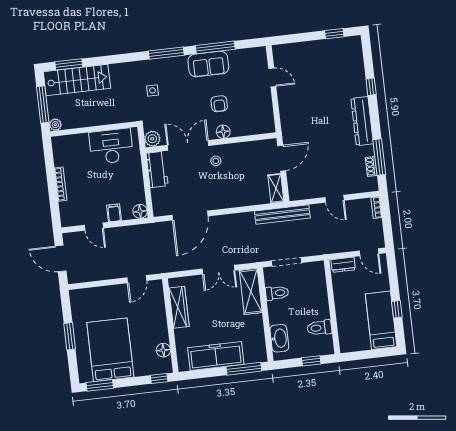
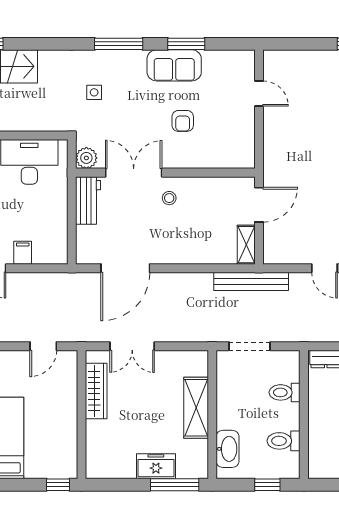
window: (215, 47) -> (186, 44), width x0.69
floor lamp: (223, 132) -> (184, 159), removed
floor lamp: (140, 211) -> (58, 255), removed
double door: (218, 270) -> (132, 346), moved
shelving: (251, 291) -> (196, 408), moved
toilet: (277, 293) -> (285, 392), moved, turned 180
floor lamp: (163, 350) -> (68, 447), removed
freezer: (216, 356) -> (156, 466), width x0.52, depth x0.79

